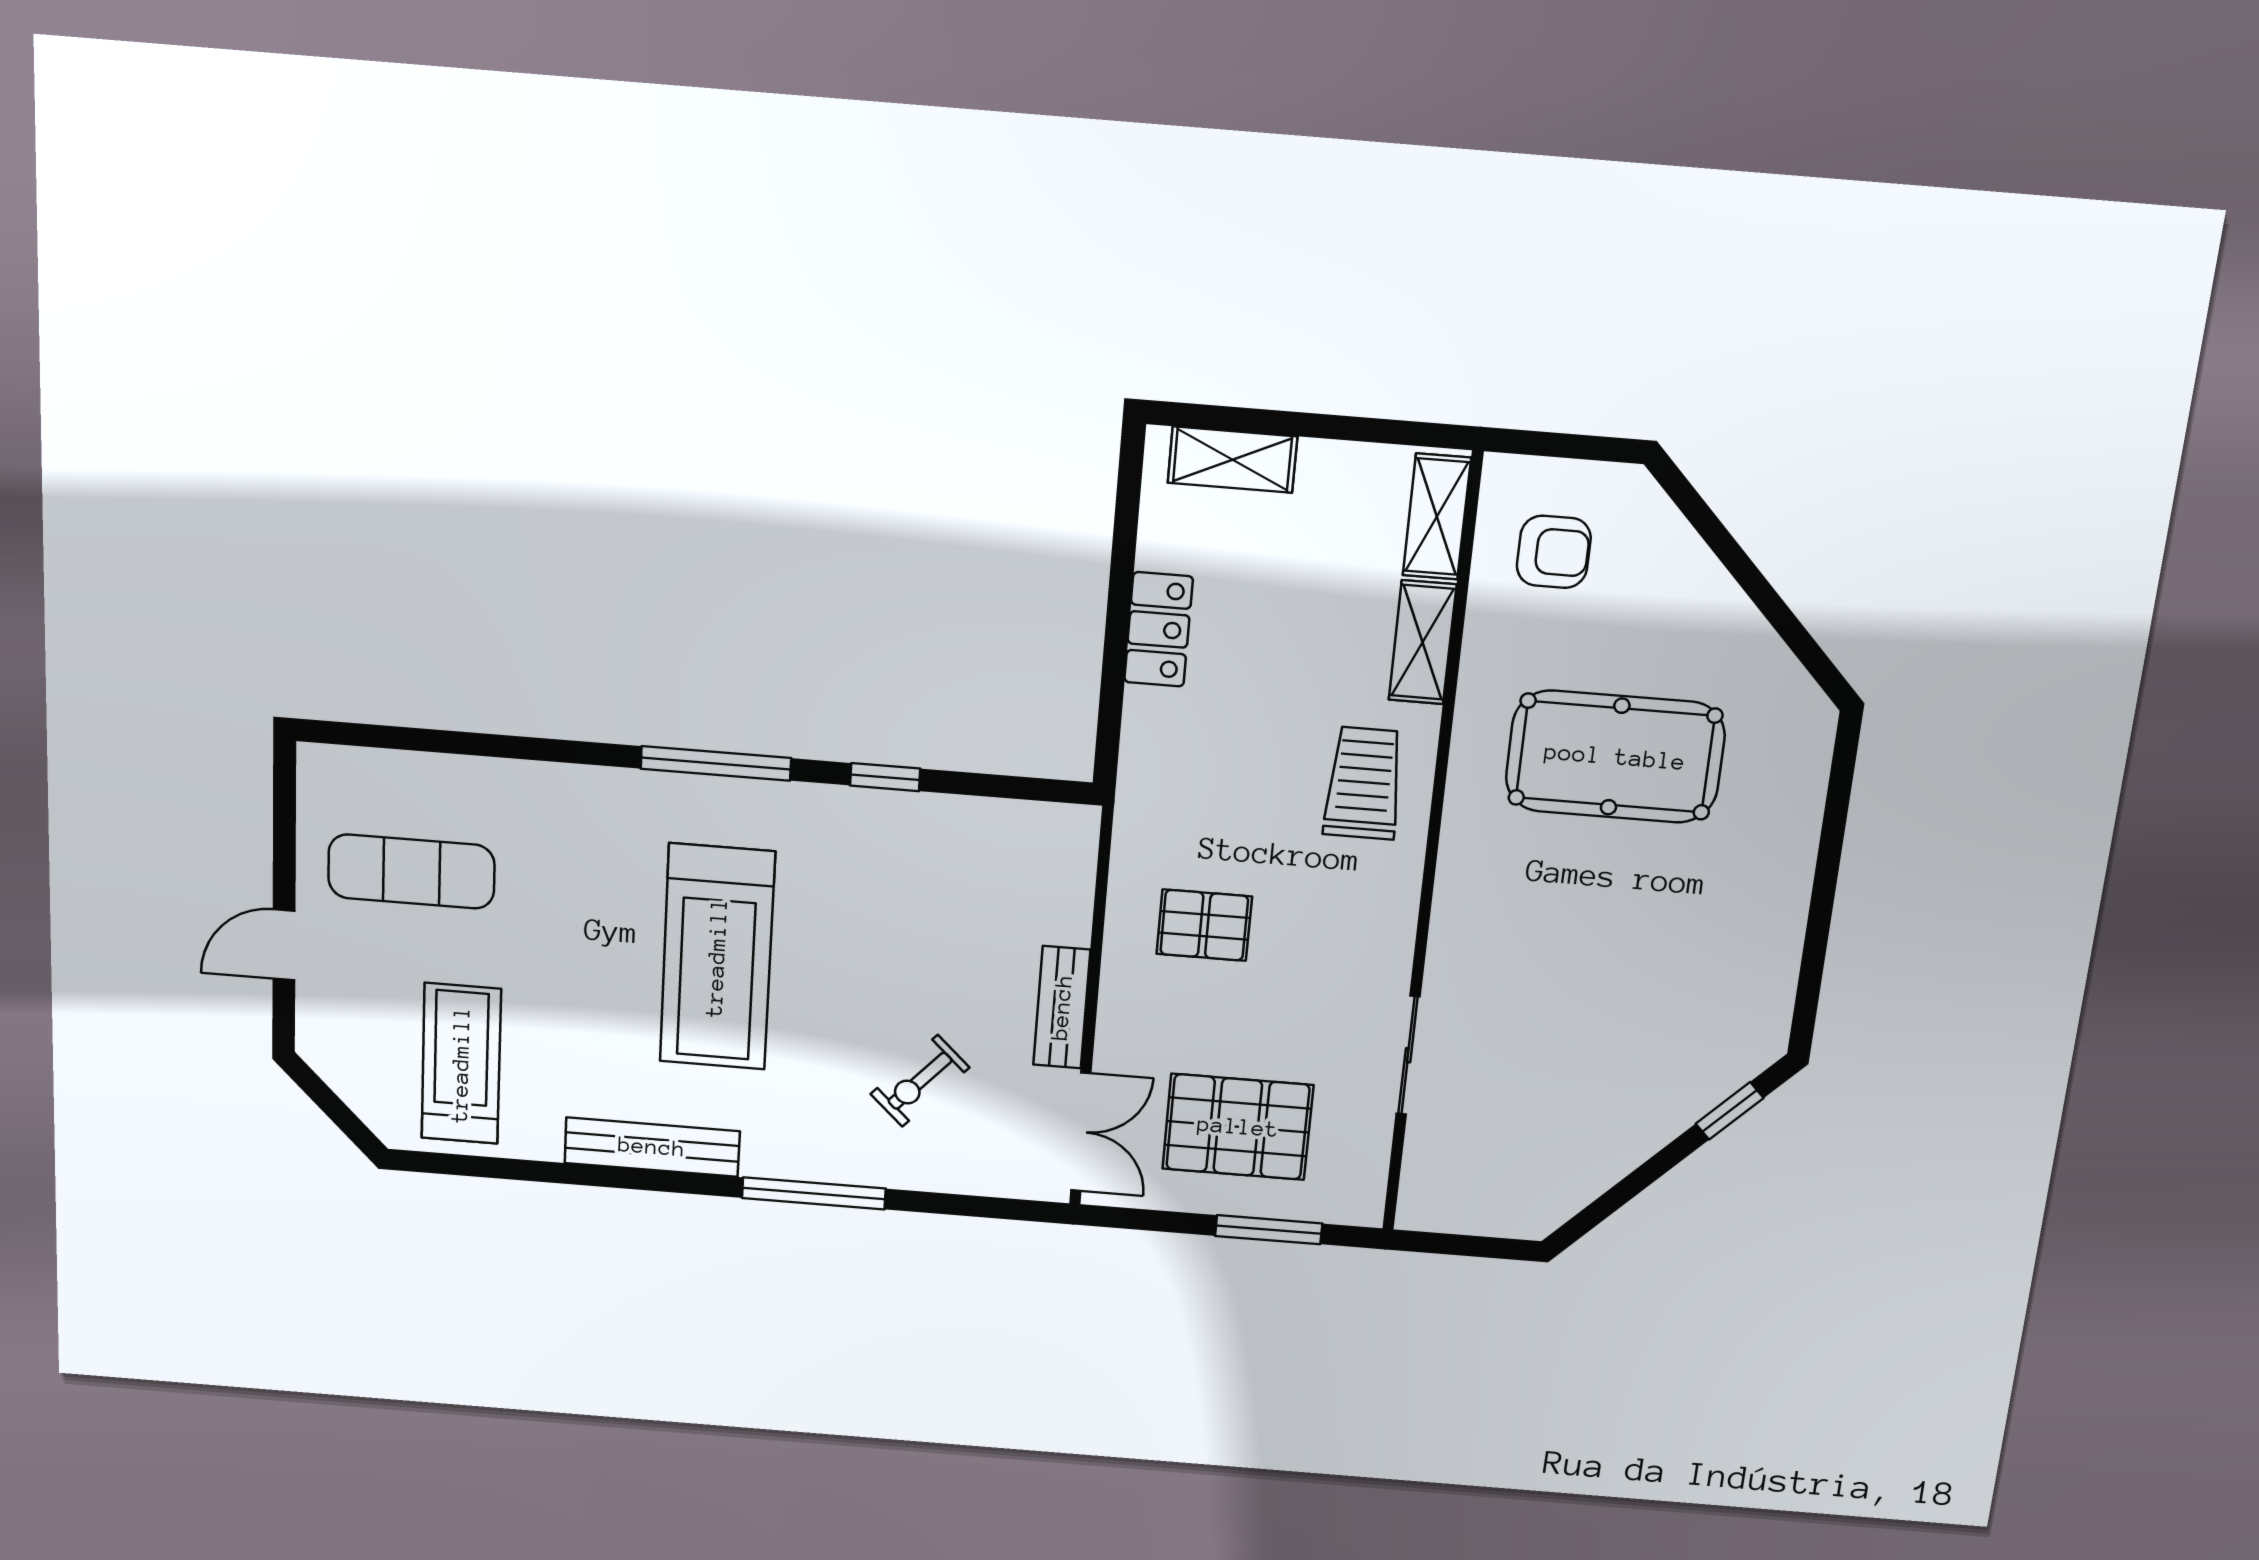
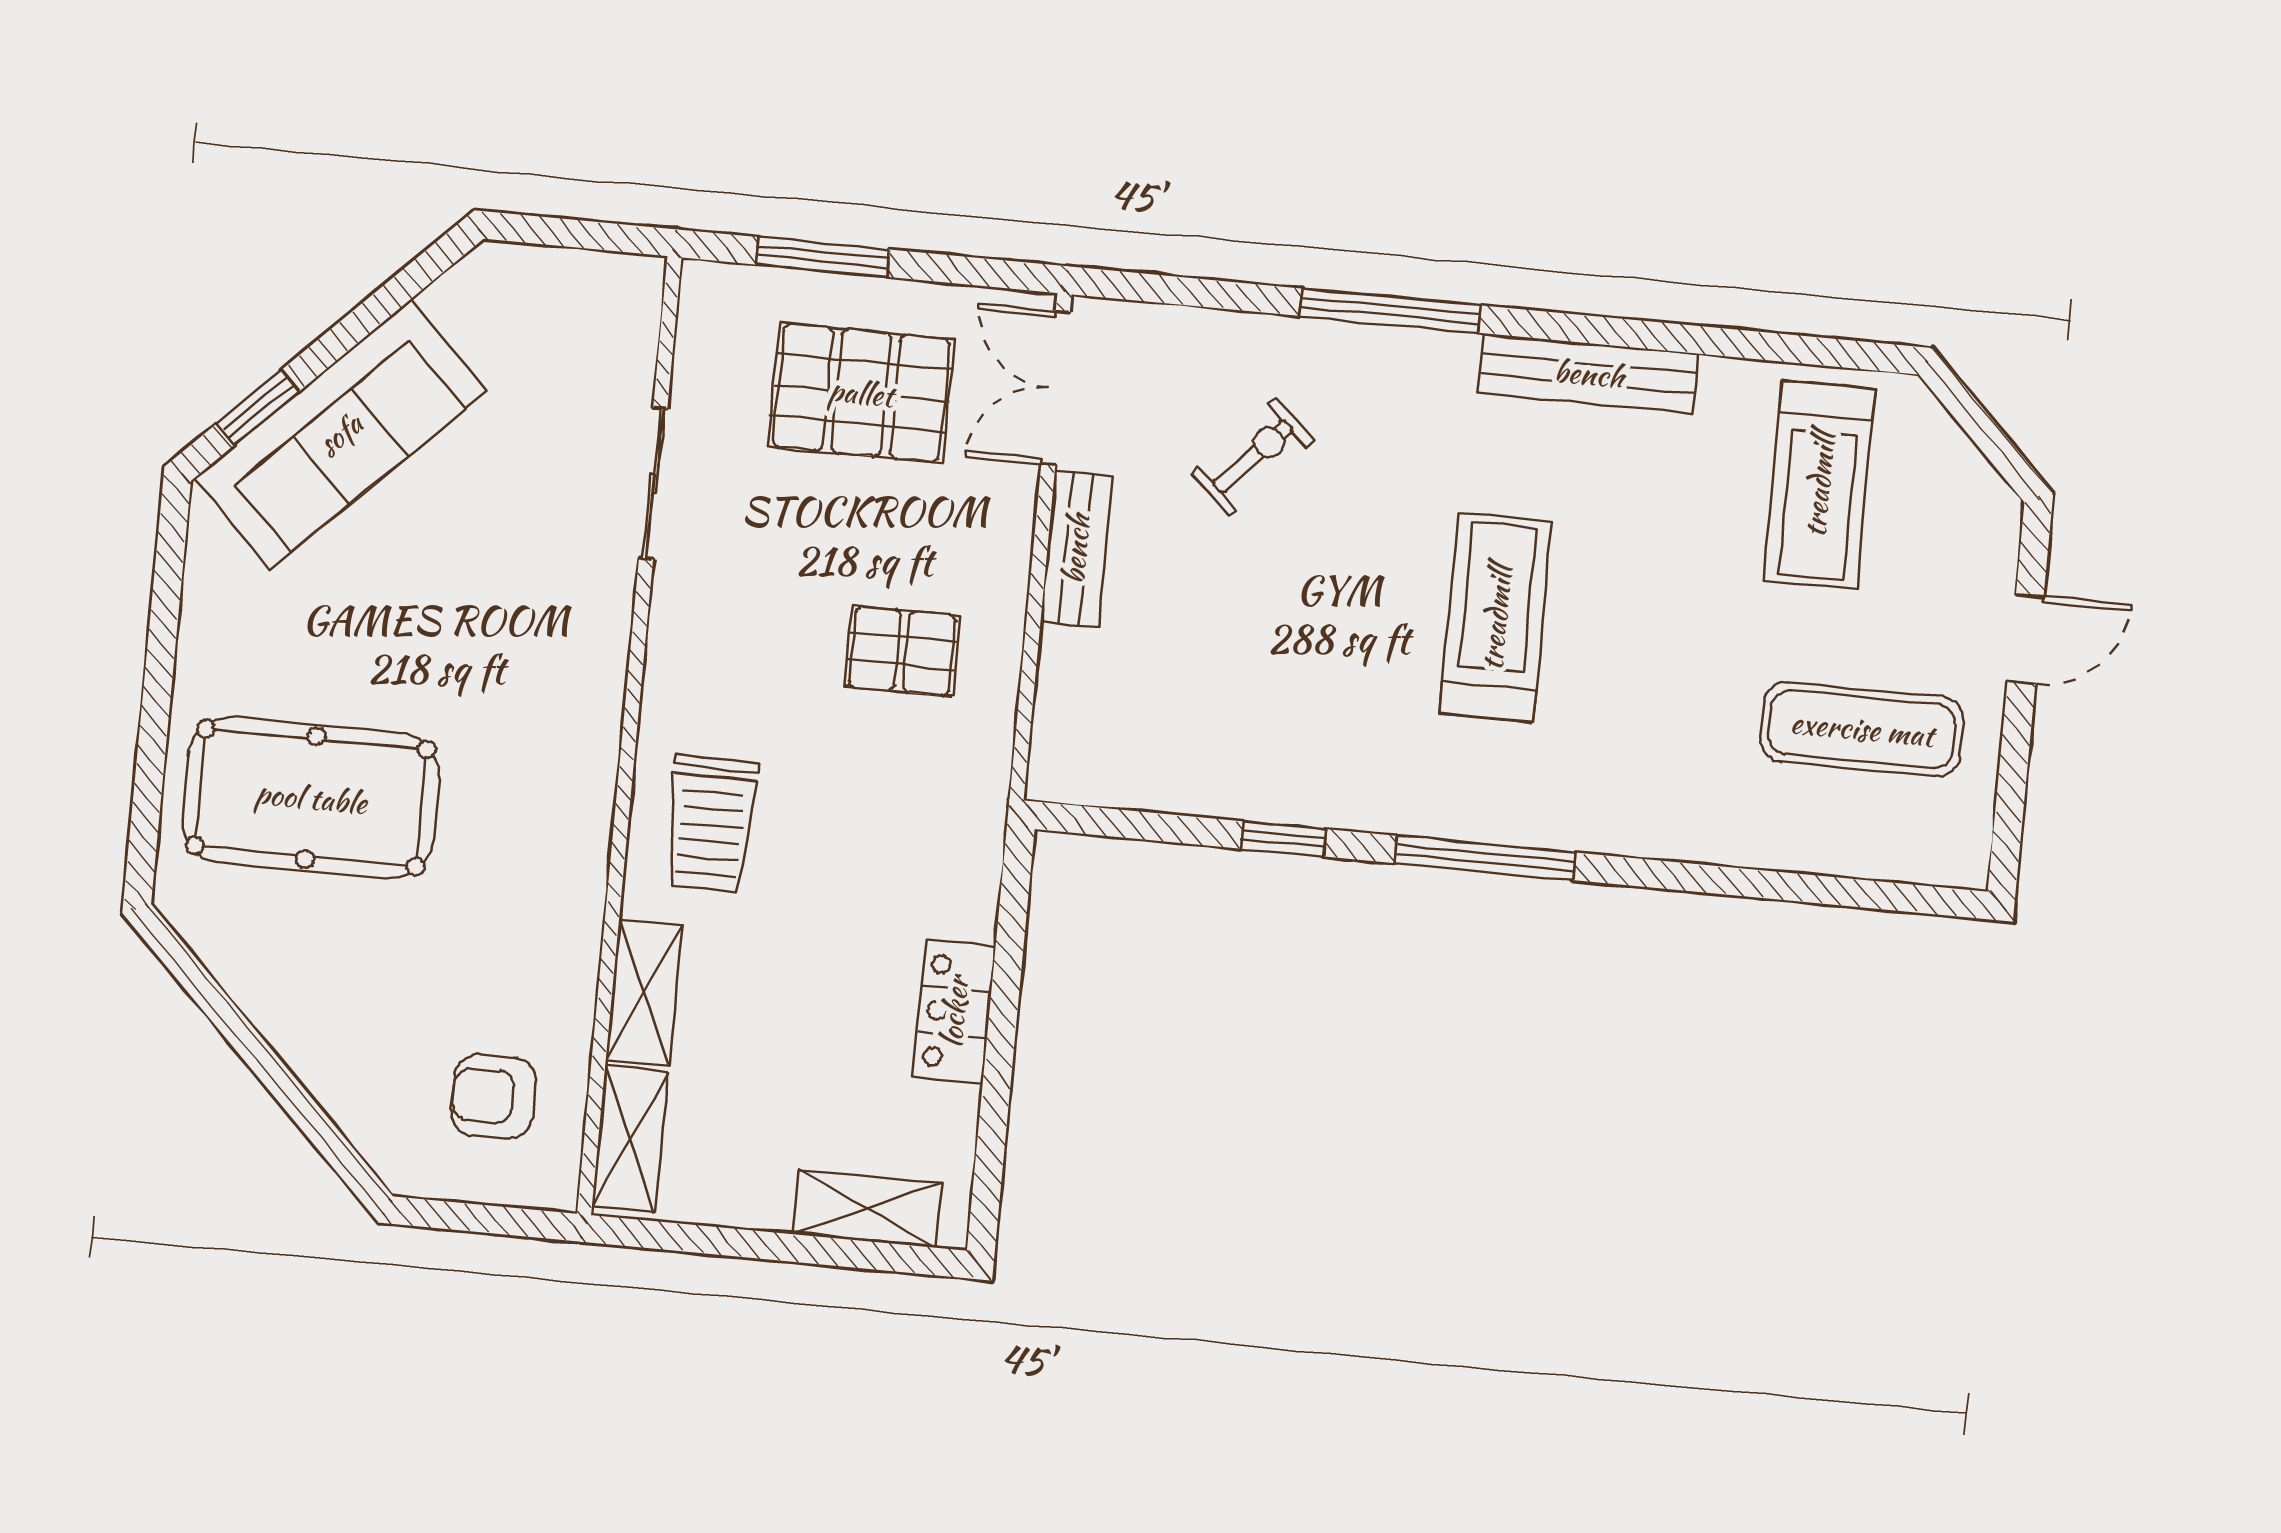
pool table: (1615, 757) -> (311, 798), moved
treadmill: (717, 957) -> (1496, 618), width x0.73, depth x0.73
sofa: (1663, 1091) -> (340, 434), added

